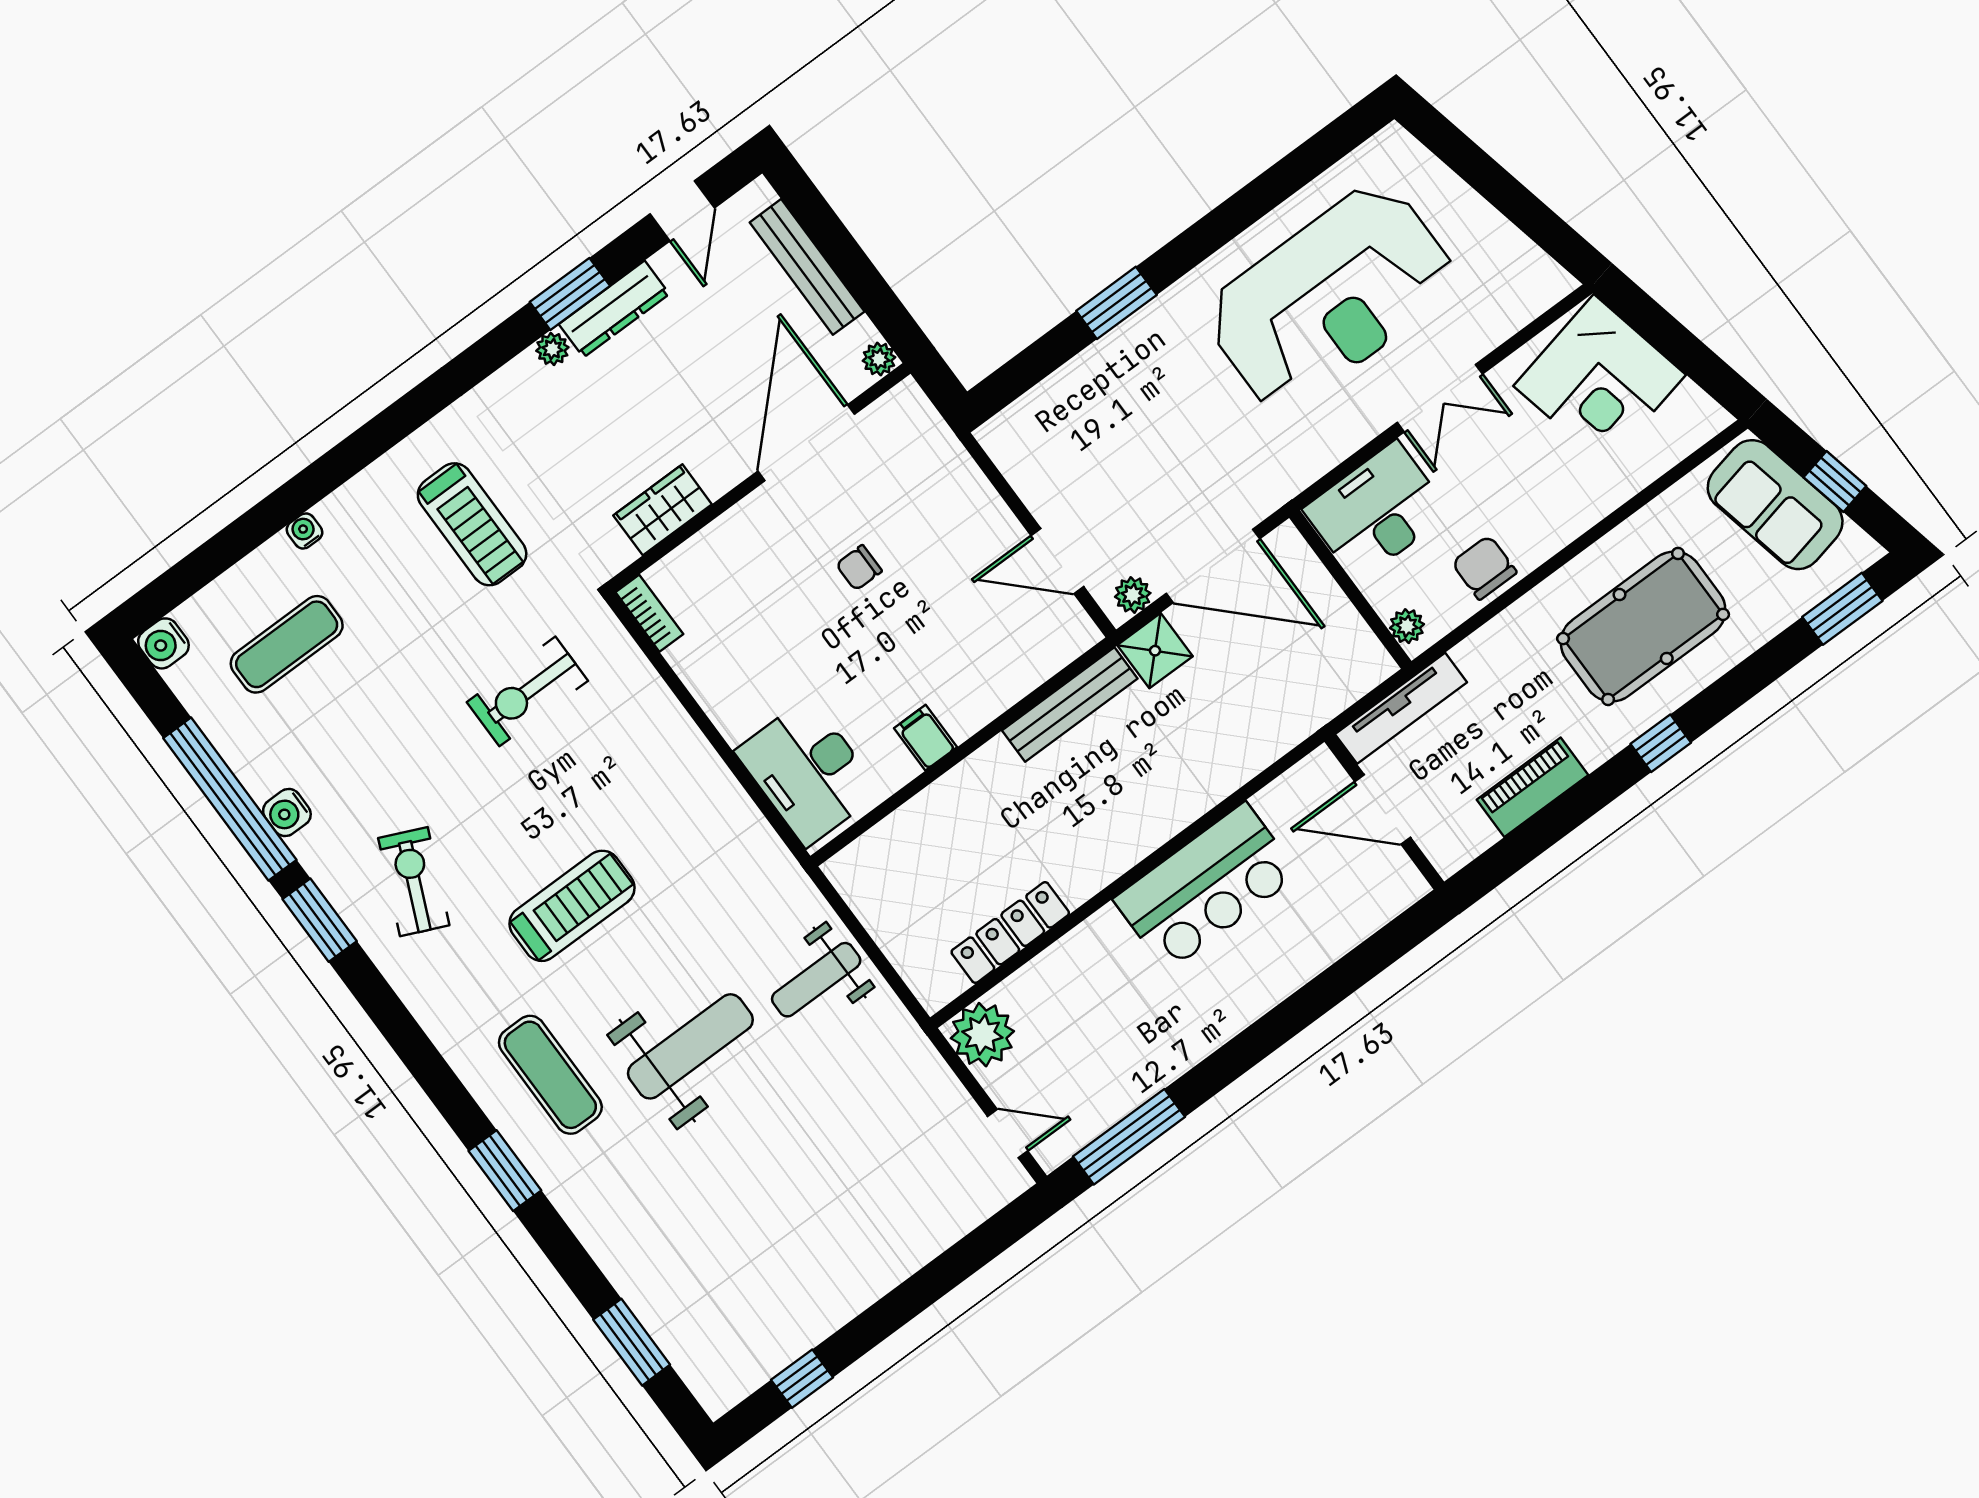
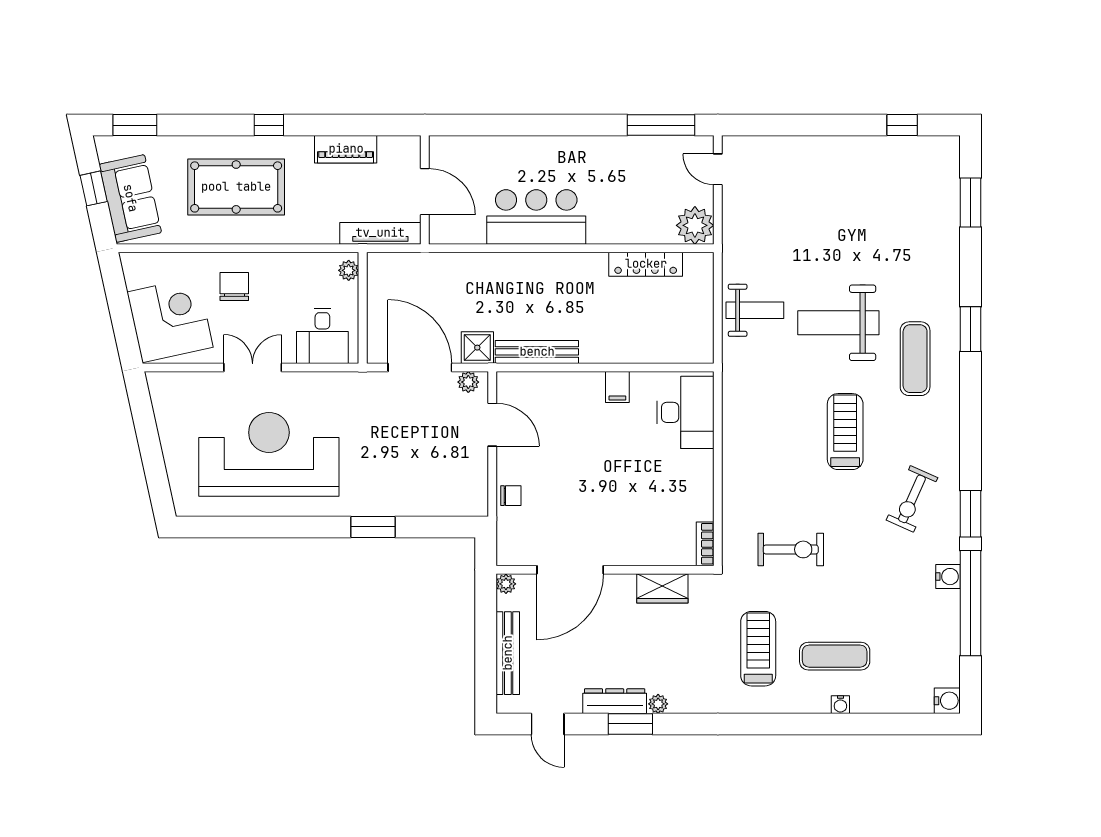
door: (682, 211) -> (548, 724), swing flipped
desk: (1377, 511) -> (322, 336), width x0.73
chair: (859, 568) -> (511, 496), moved
chair: (1484, 568) -> (234, 287), moved, turned 180
exercise mat: (287, 644) -> (835, 656), moved
treadmill: (572, 906) -> (845, 432), turned 90

